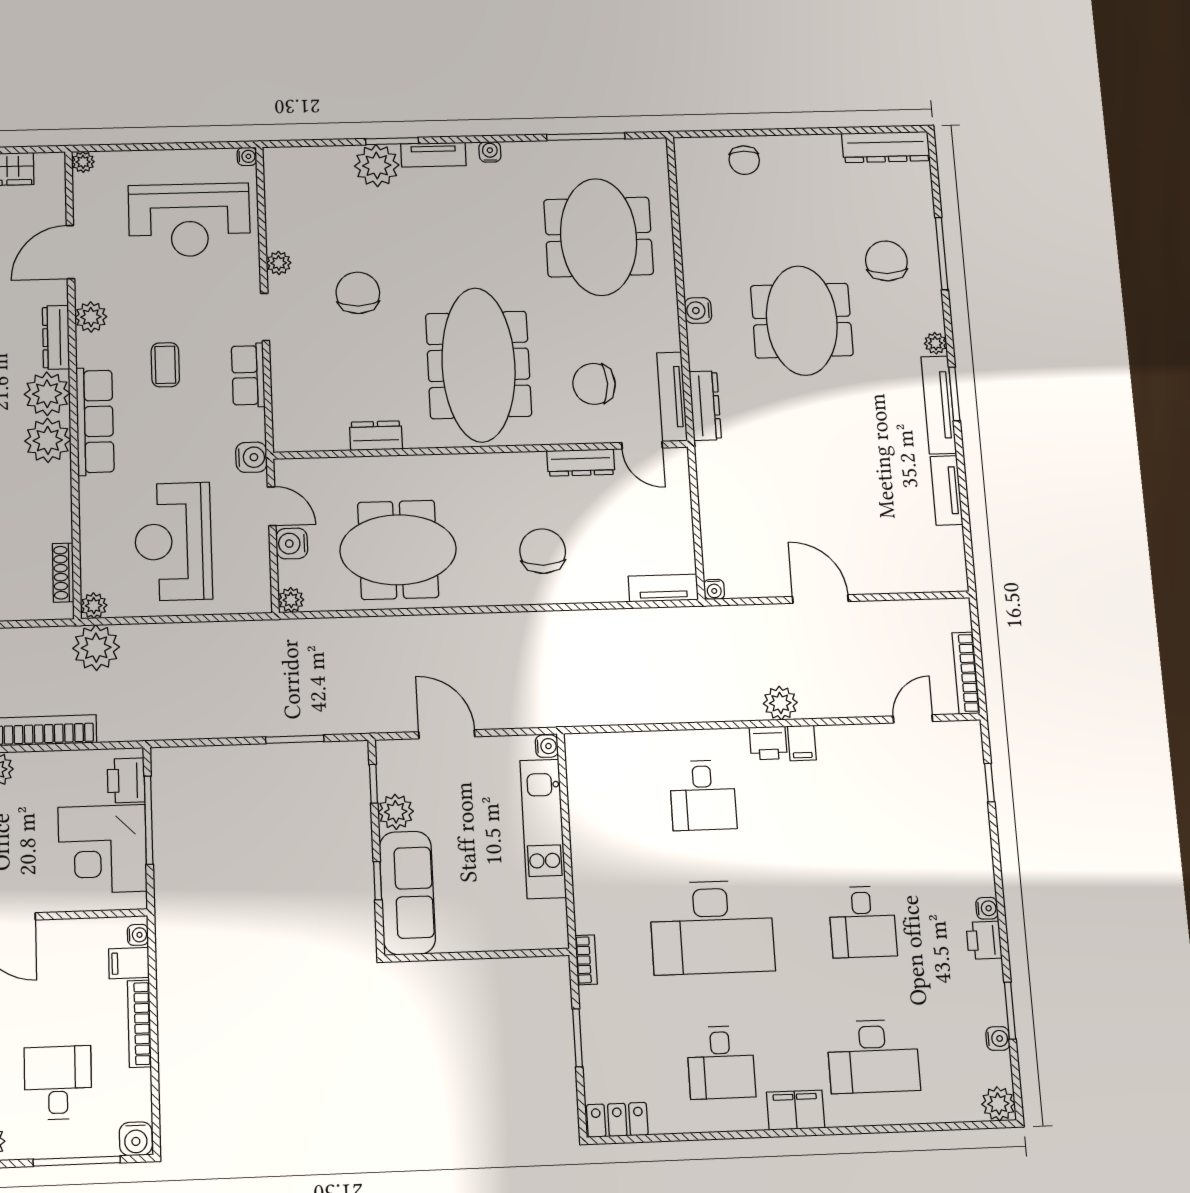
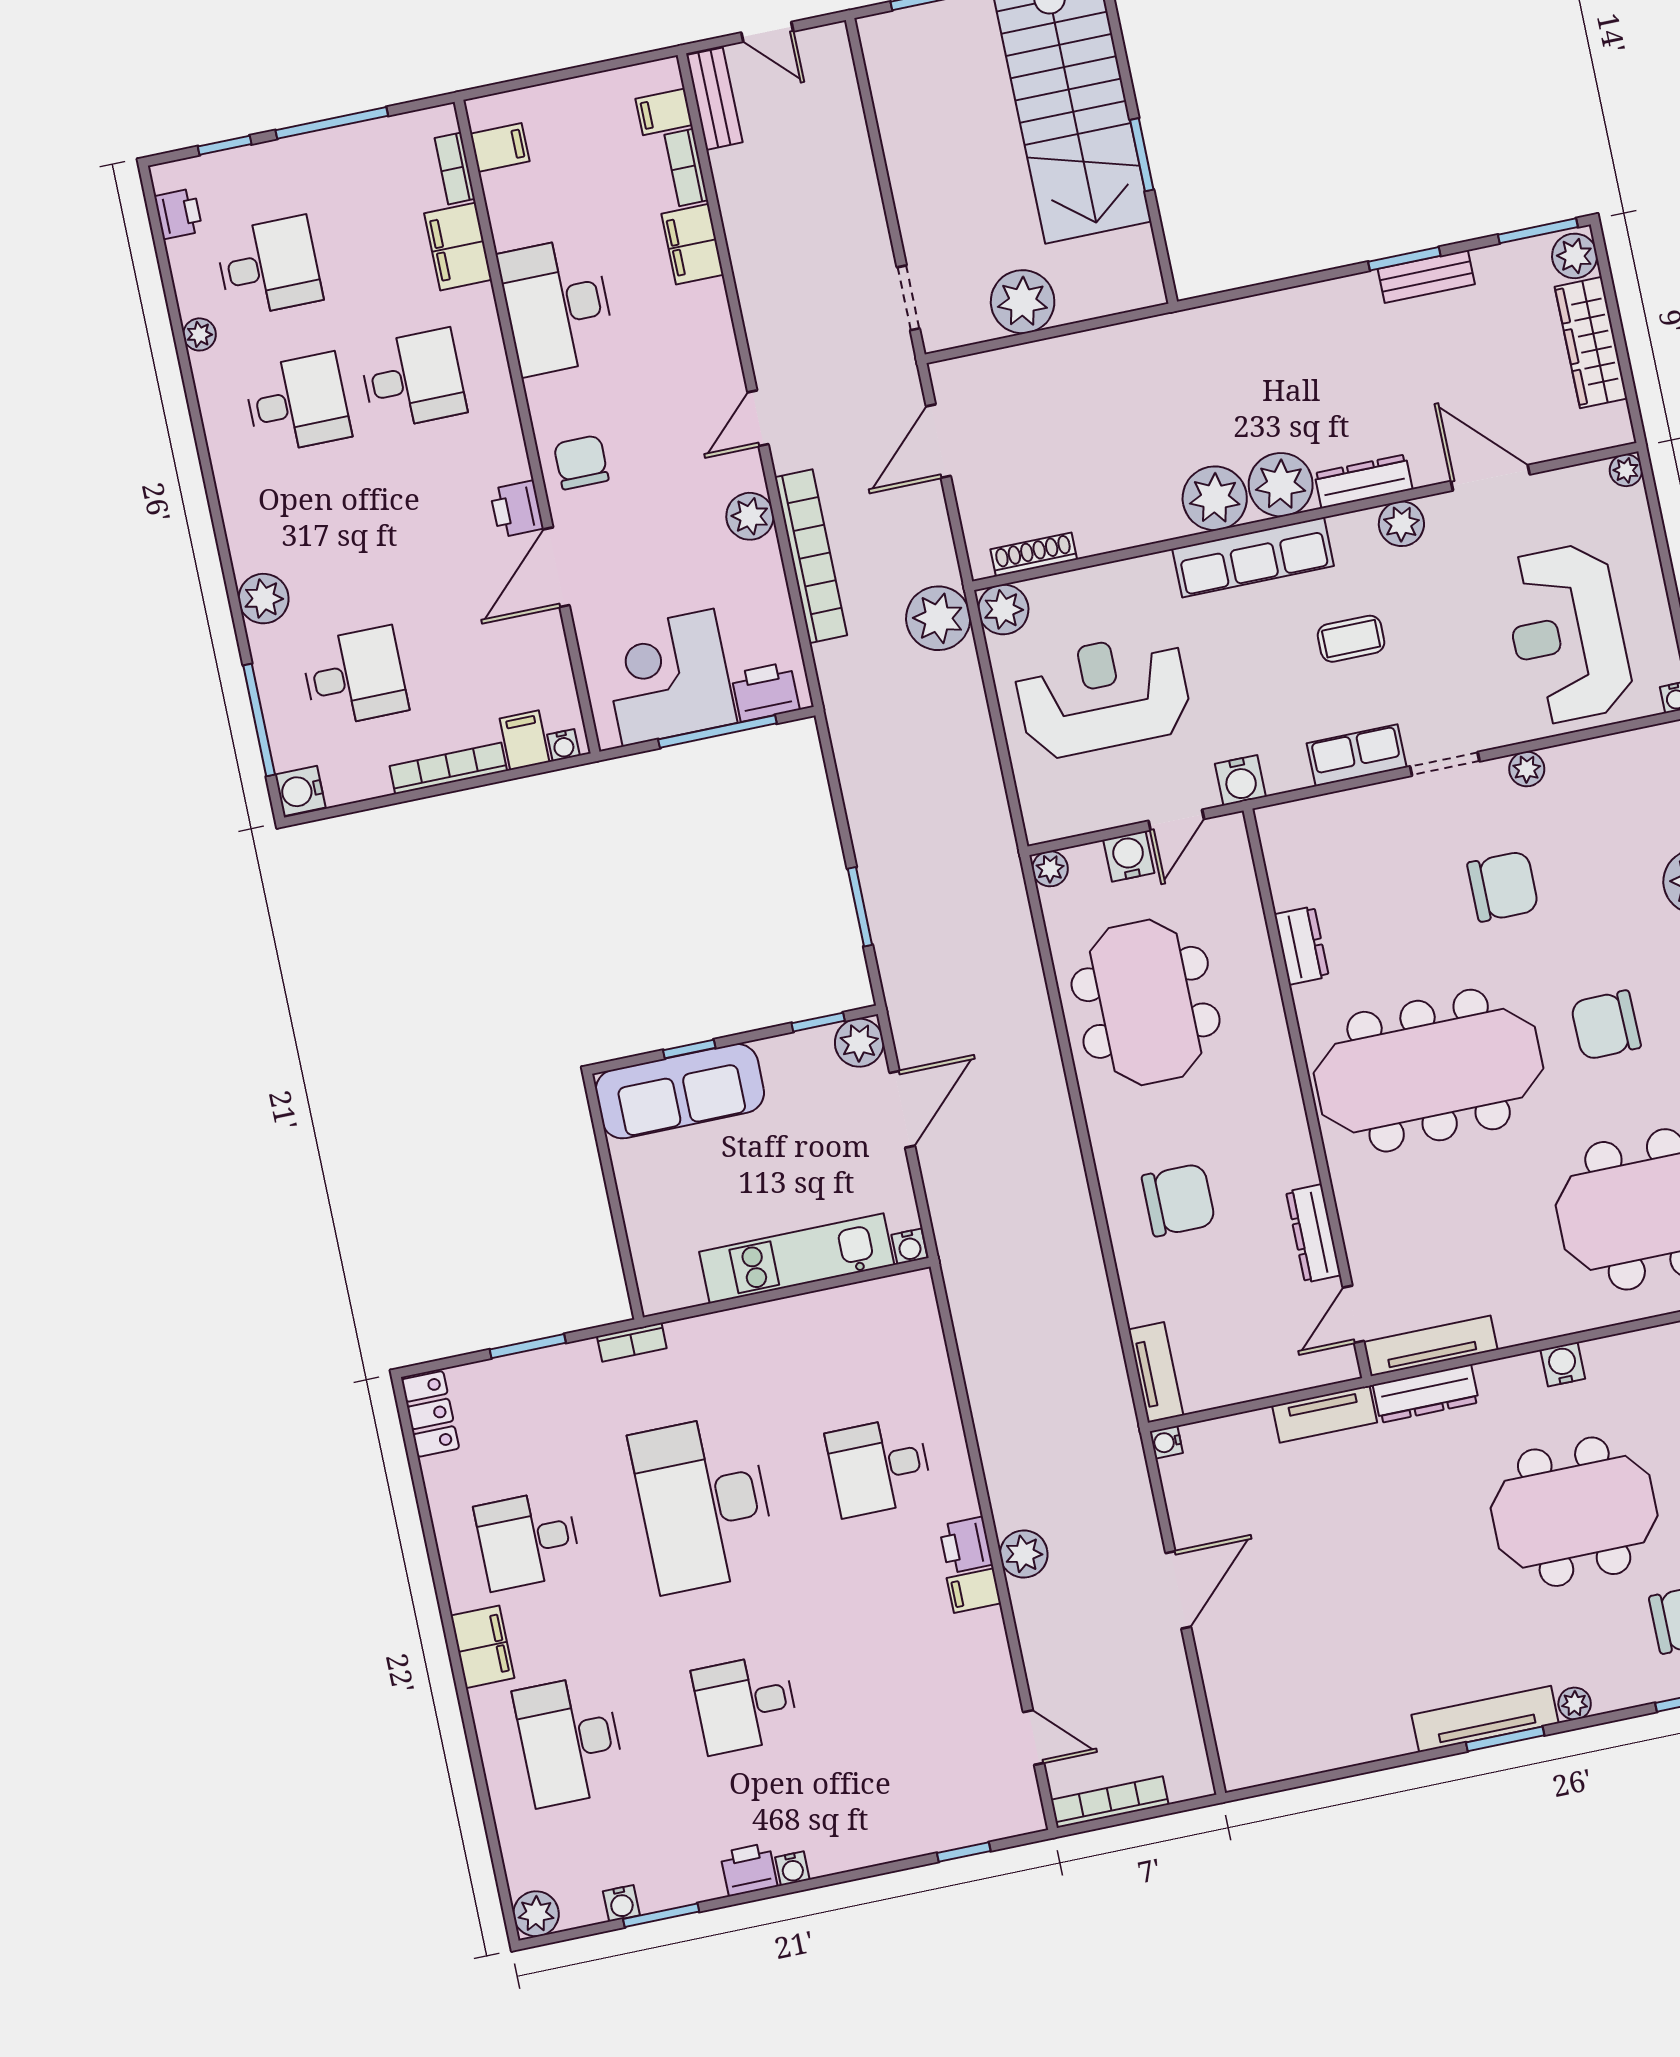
chair: (594, 384) -> (1606, 1025), moved, turned -91
tv unit: (947, 490) -> (1325, 1414), moved, turned 180
plant: (94, 606) -> (1003, 609), width x1.38, depth x1.38
plant: (396, 812) -> (859, 1043), moved

